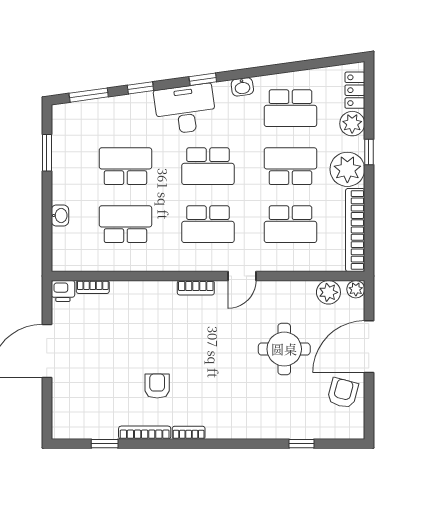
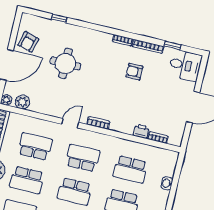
school desk: (208, 166) -> (75, 191), turned 180
printer: (63, 291) -> (141, 131), moved
round table: (284, 349) -> (65, 63), moved
armchair: (157, 386) -> (134, 72), turned 90
desk: (76, 416) -> (185, 65), added

